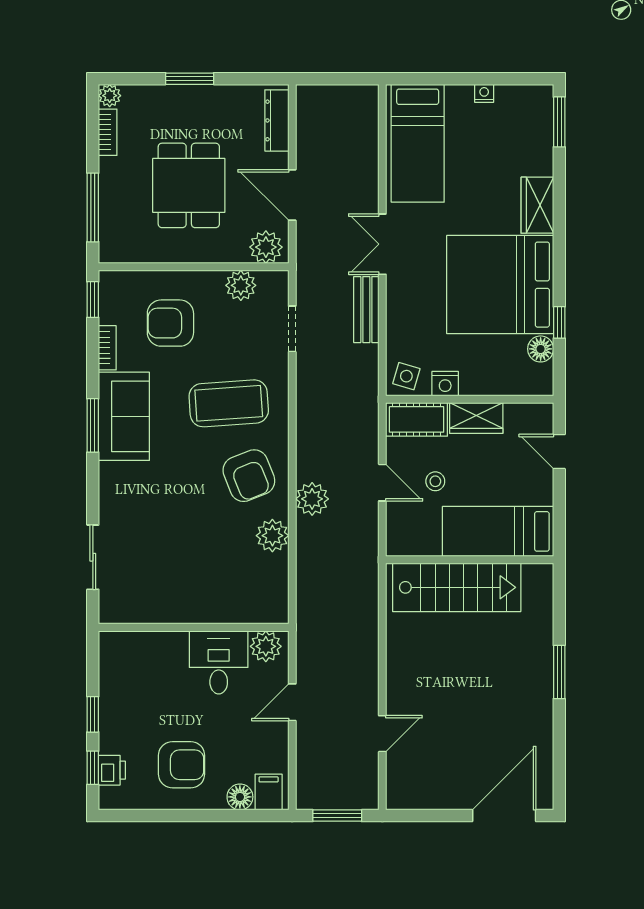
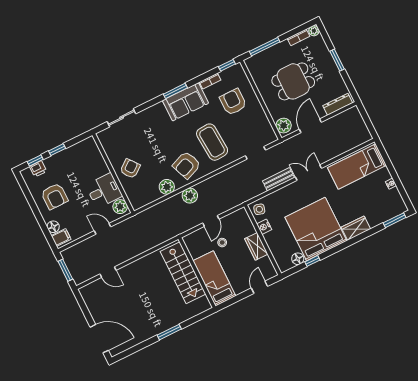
plant: (241, 285) -> (263, 123), removed
cot: (417, 419) -> (244, 222), removed
armchair: (201, 590) -> (130, 169), added

